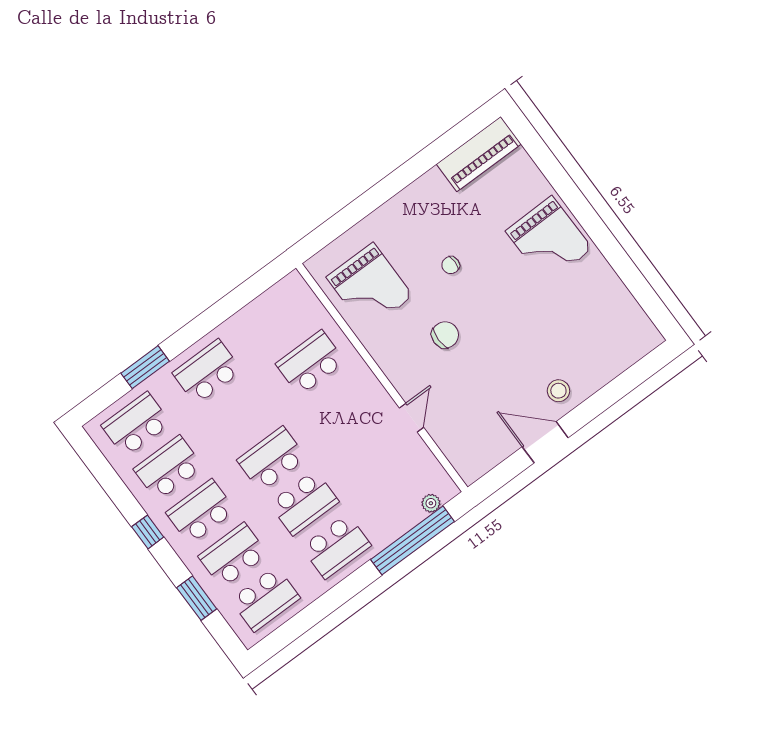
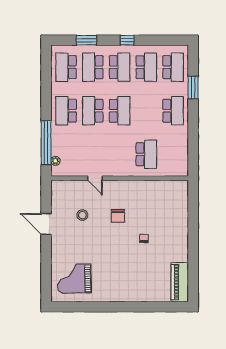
grand piano: (549, 240) -> (74, 279), moved
grand piano: (370, 287) -> (159, 200), removed
stool: (558, 391) -> (82, 215), moved
door: (545, 442) -> (46, 224), swing flipped
school desk: (233, 555) -> (93, 67), turned 180

